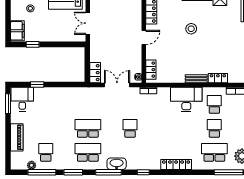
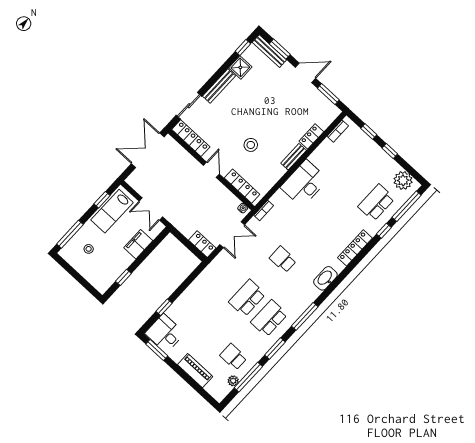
stool: (191, 29) -> (251, 145), moved
filing cabinet: (17, 31) -> (138, 244), moved, turned -90
locker: (151, 70) -> (242, 186), width x1.53
double door: (117, 85) -> (232, 235), swing flipped
school desk: (214, 104) -> (332, 162), removed
school desk: (214, 128) -> (354, 182), removed
washbasin: (117, 164) -> (325, 278), moved
window: (143, 172) -> (384, 231), moved

